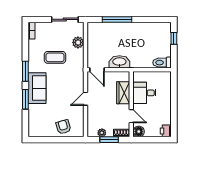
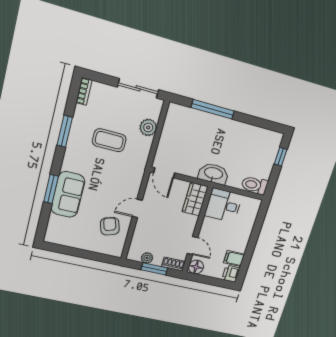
washbasin: (119, 62) -> (213, 174), moved
window: (25, 71) -> (65, 131), moved
sofa: (37, 88) -> (68, 194), moved
wardrobe: (123, 93) -> (195, 199), moved
desk: (144, 93) -> (223, 205), moved
filing cabinet: (164, 119) -> (234, 259), added
armchair: (63, 127) -> (110, 226), moved

